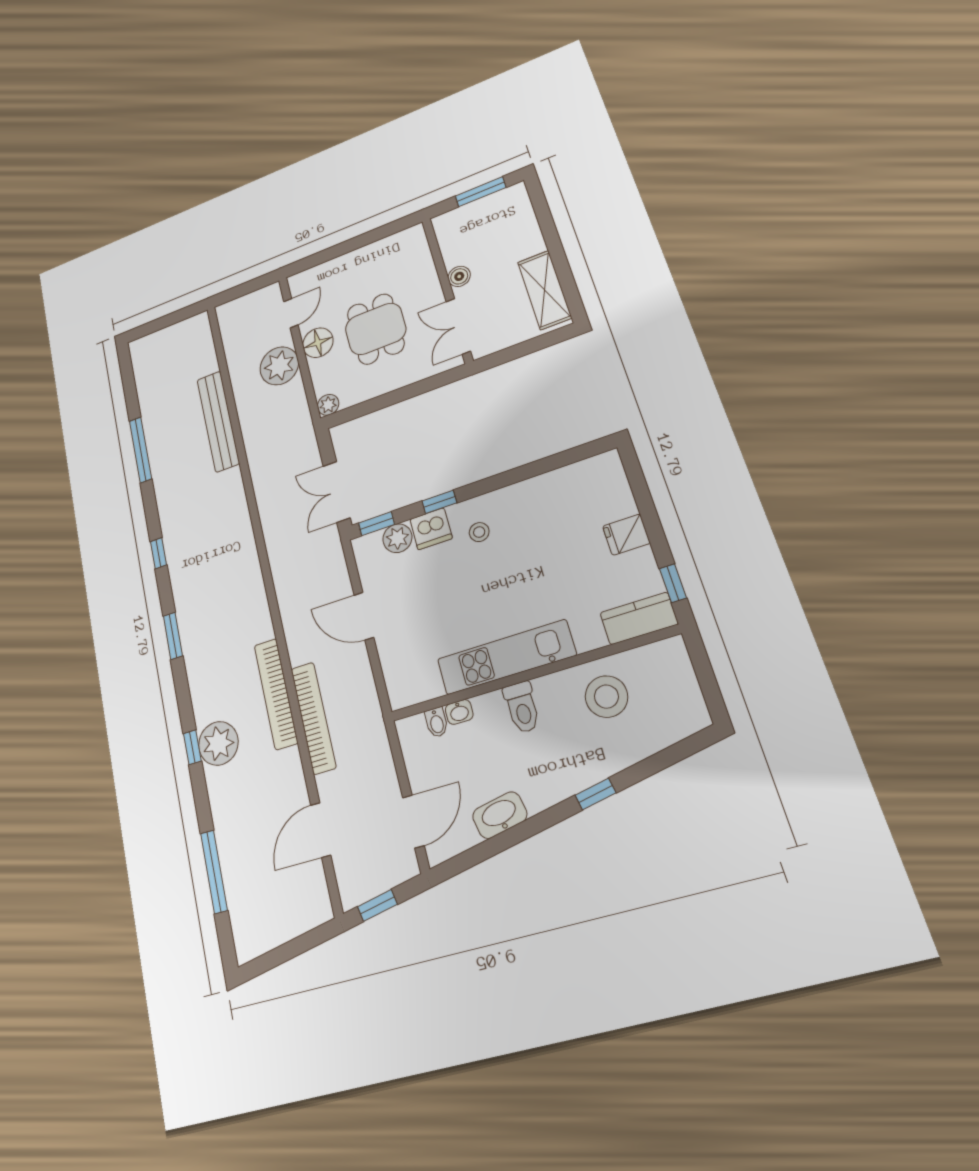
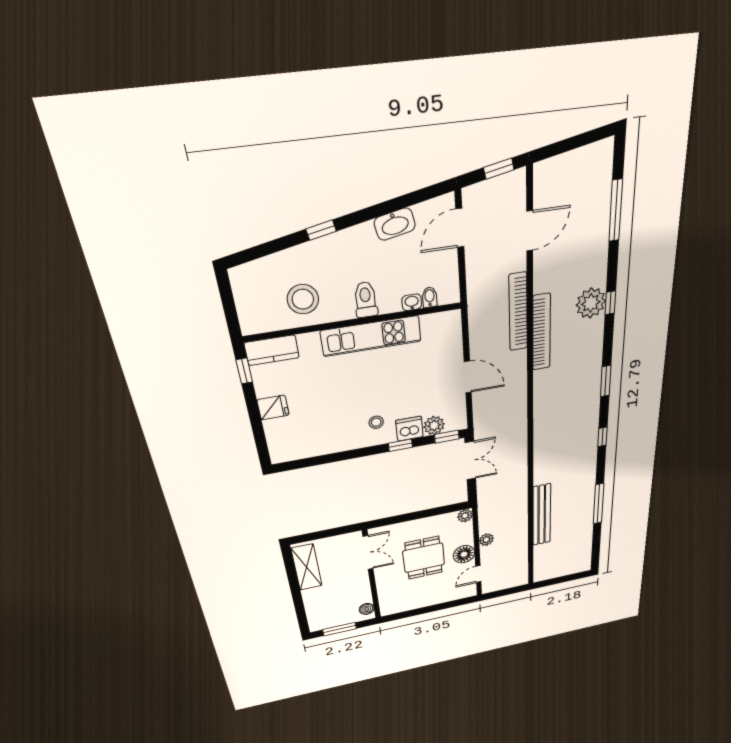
boiler: (459, 276) -> (367, 609), moved
plant: (279, 366) -> (486, 540), width x0.53, depth x0.53

